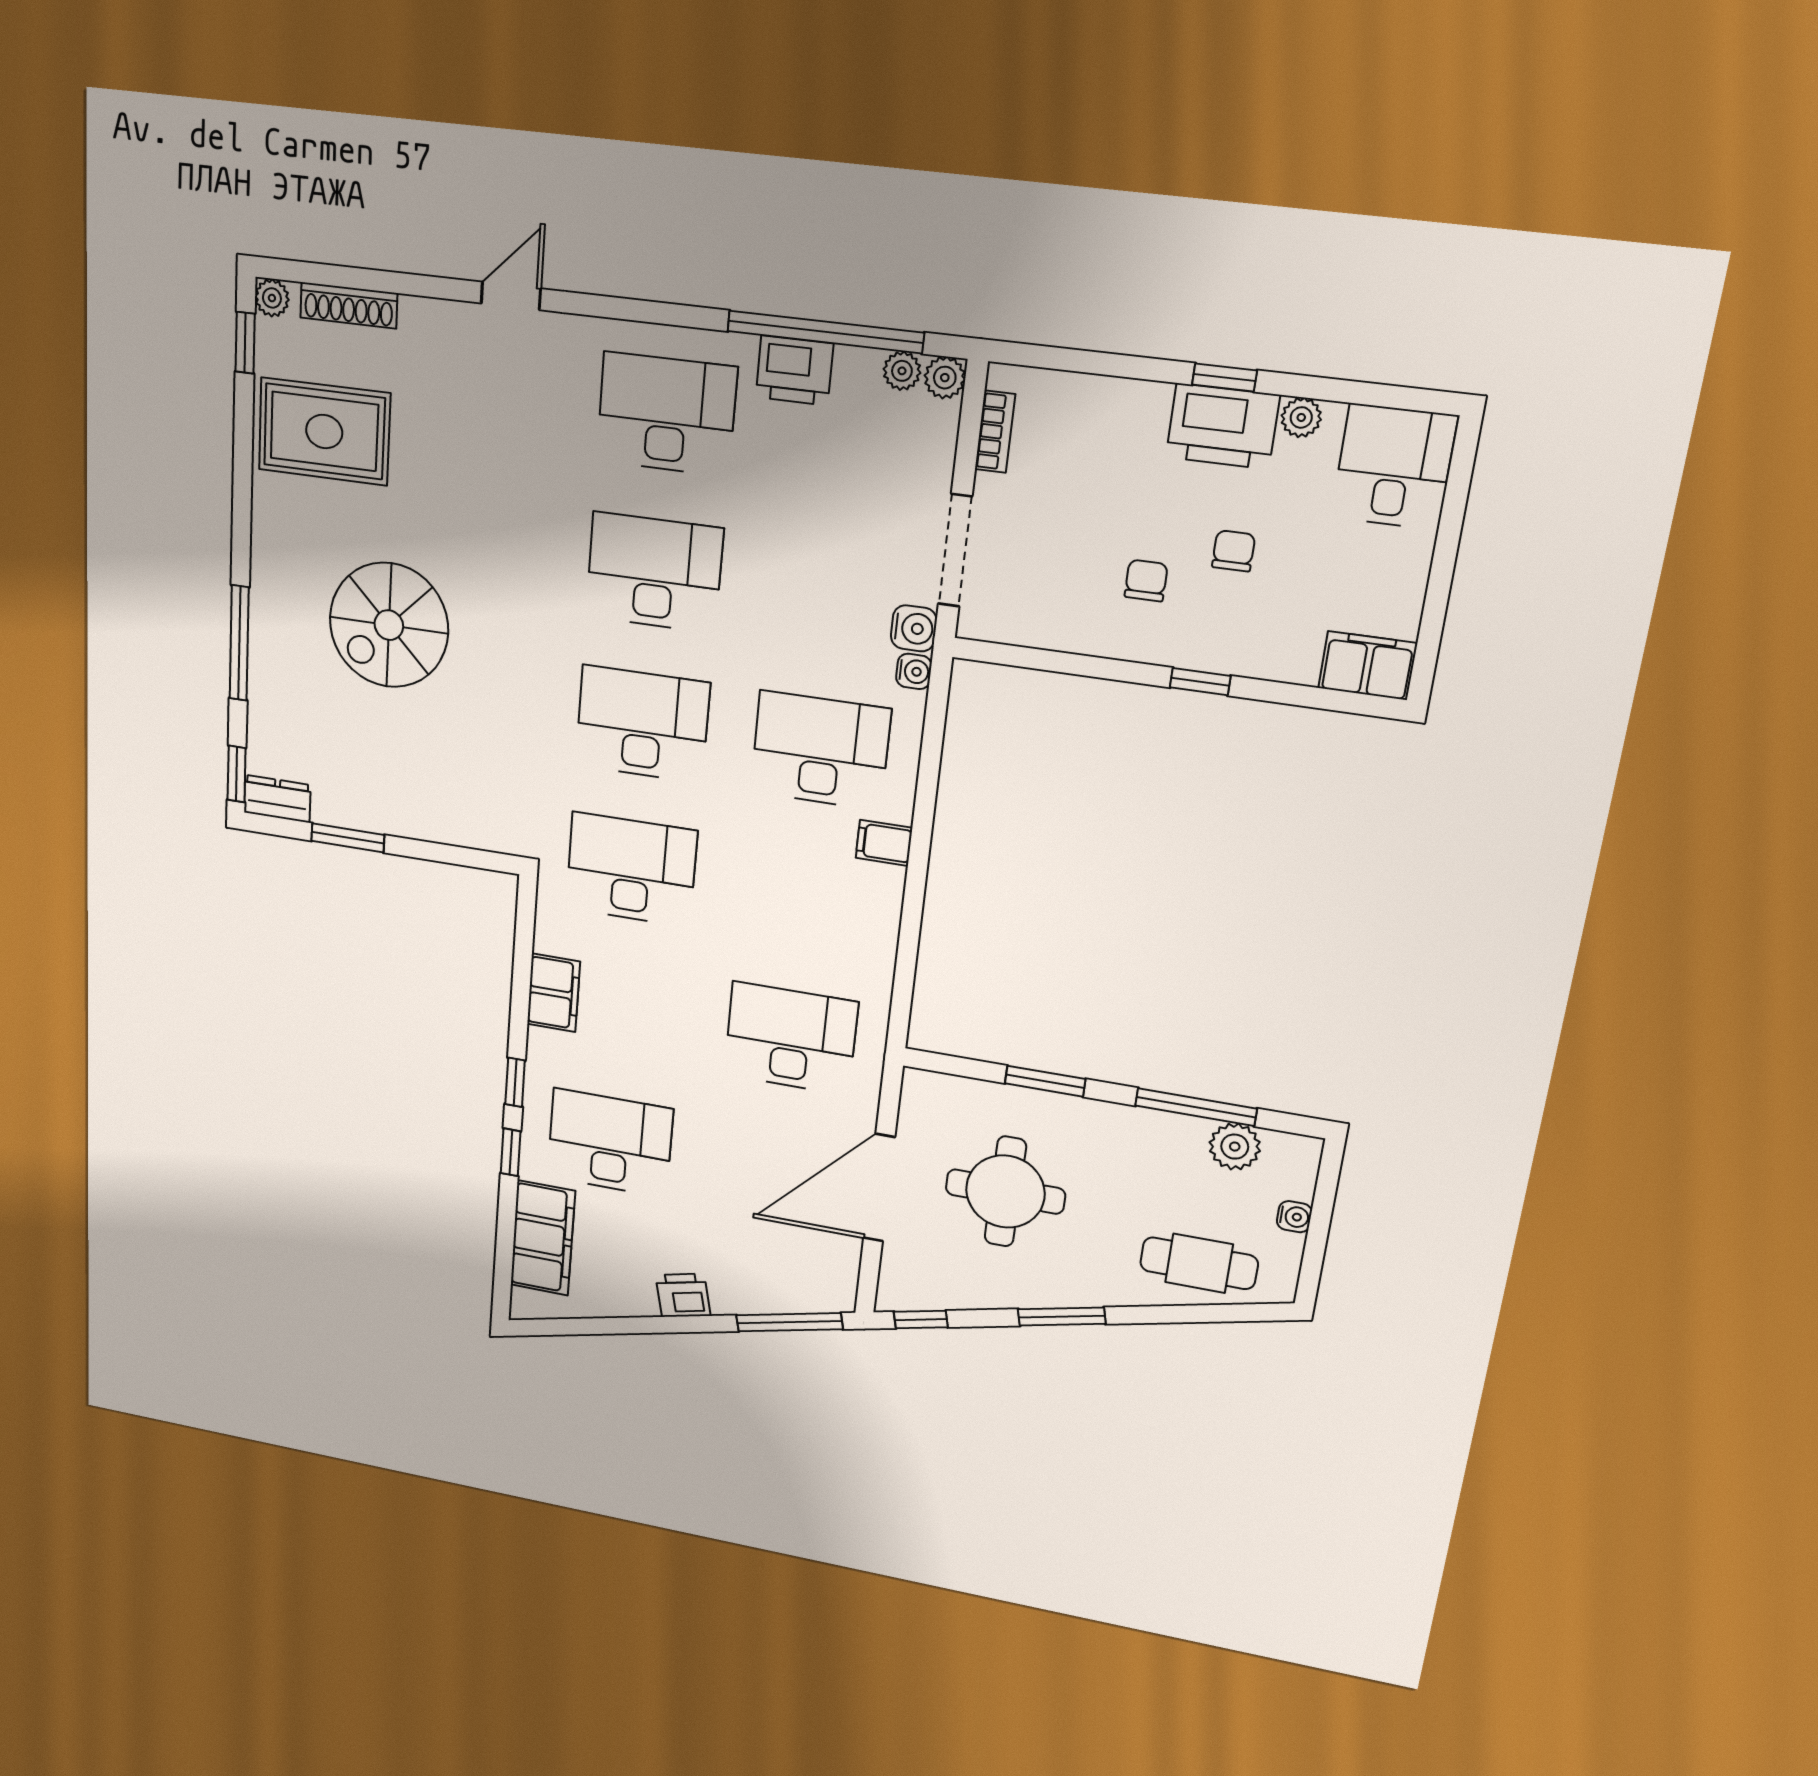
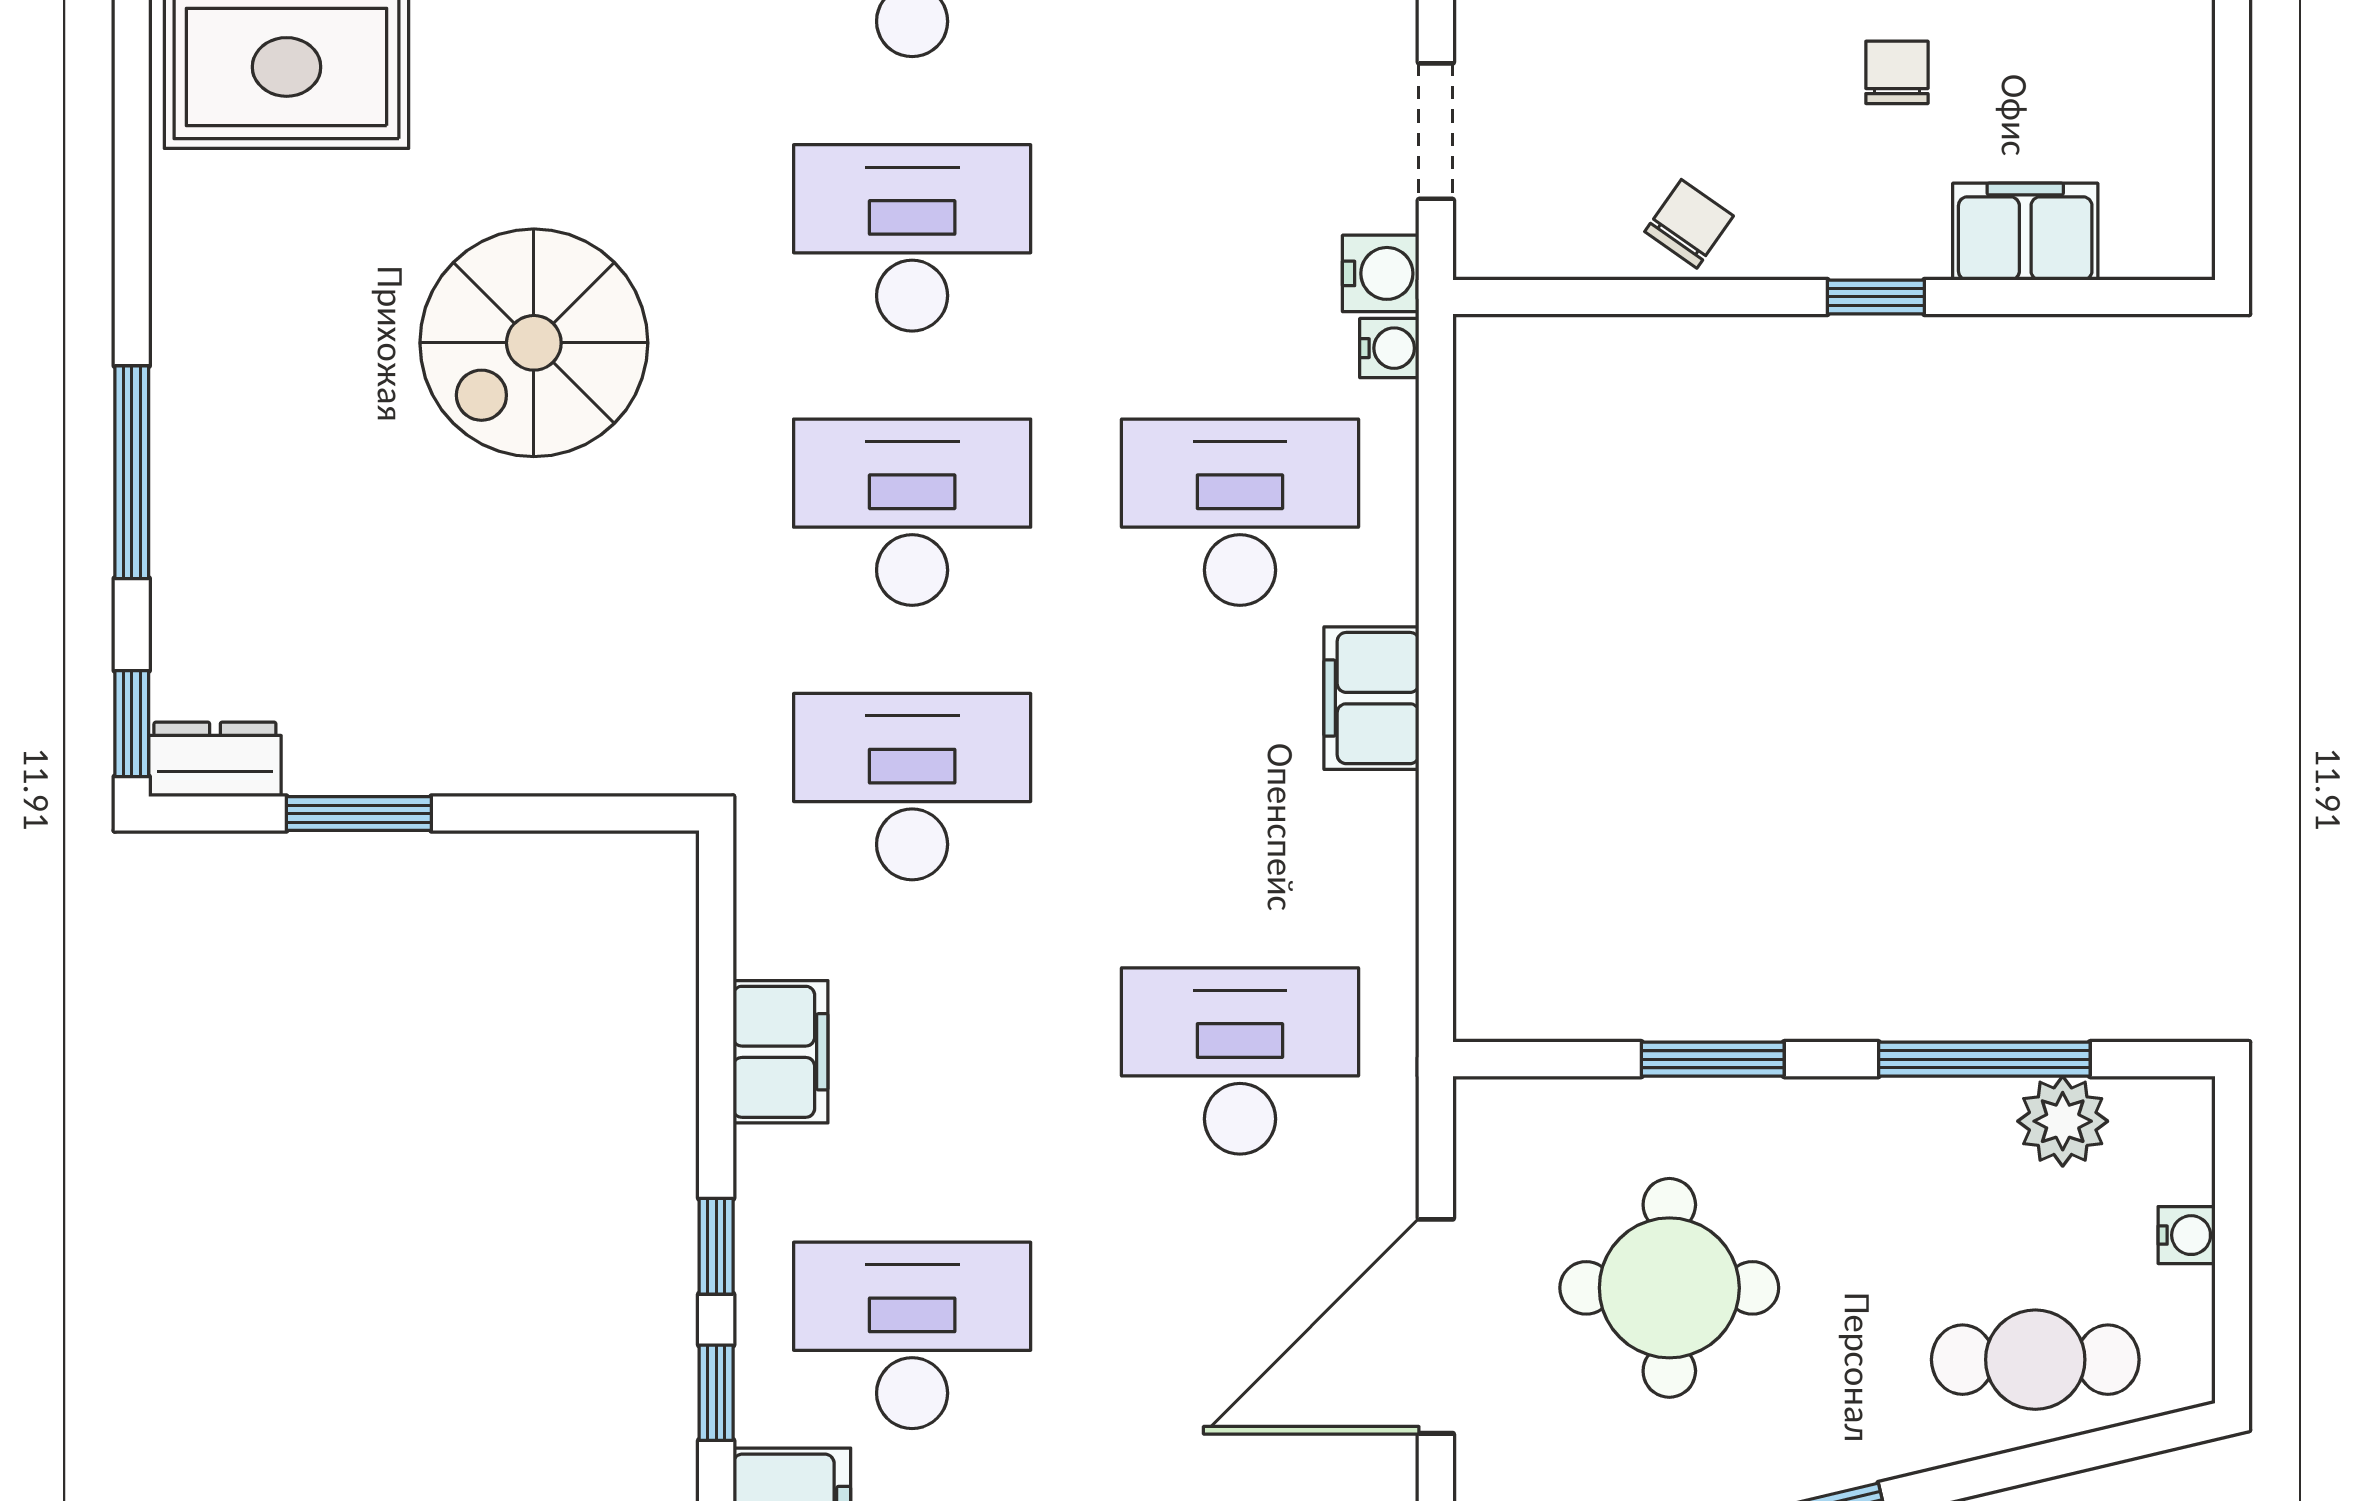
doorway: (955, 550) -> (1436, 131), width x0.73
chair: (1146, 580) -> (1689, 224), moved, turned 35
spiral stairs: (389, 625) -> (534, 343), moved
filing cabinet: (1368, 665) -> (2025, 232), moved
filing cabinet: (884, 843) -> (1371, 698), width x2.00

